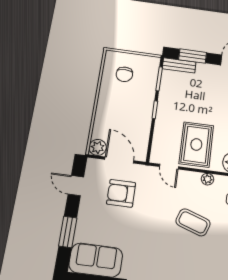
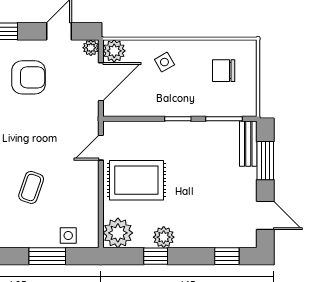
side table: (112, 113) -> (164, 62), added
plant: (207, 179) -> (91, 48), moved
armchair: (121, 193) -> (29, 77), moved, turned 90
coffee table: (193, 222) -> (31, 187), width x0.73, depth x0.77

